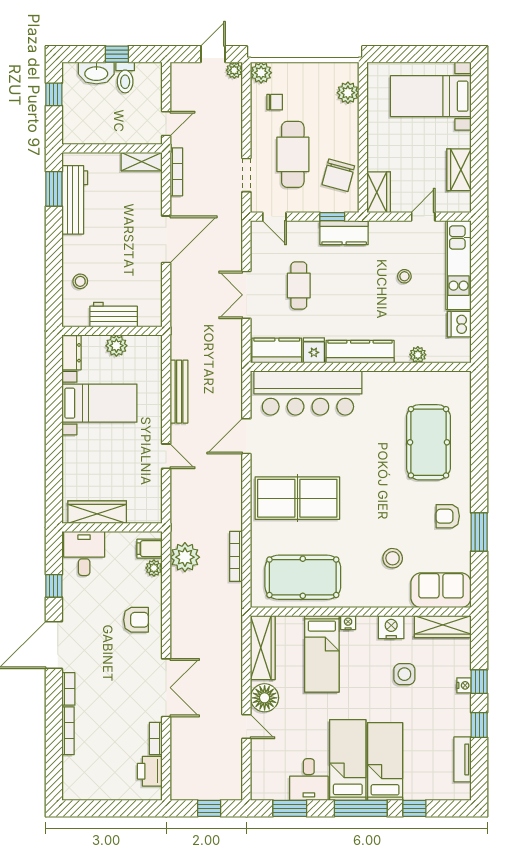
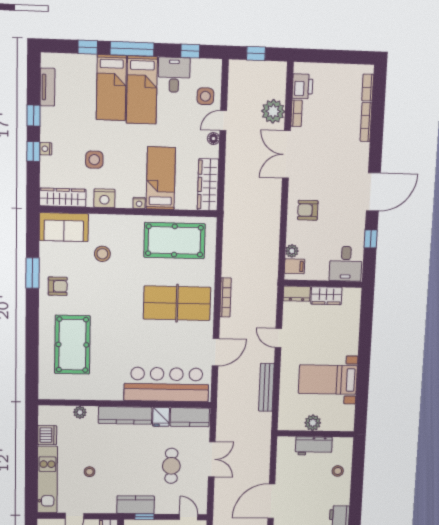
dresser: (71, 353) -> (297, 294), moved, turned -90
wardrobe: (97, 512) -> (326, 296), width x0.67
bookcase: (236, 556) -> (225, 297), moved
plant: (185, 557) -> (273, 111), moved
bookcase: (68, 689) -> (368, 88), moved
floor lamp: (265, 698) -> (213, 139), width x0.53, depth x0.53
door: (246, 727) -> (223, 121), hinge flipped
side table: (270, 755) -> (205, 96), added
window: (290, 808) -> (190, 51), width x0.67

